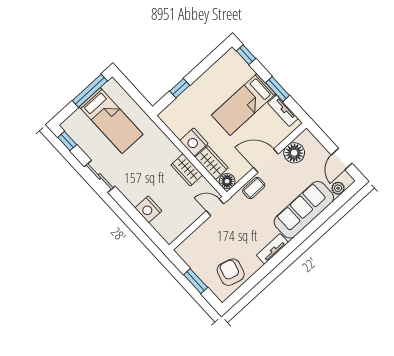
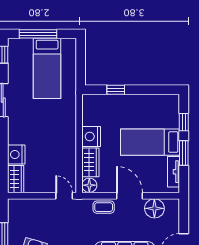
window: (246, 55) -> (184, 122), moved
window: (90, 91) -> (38, 34), moved
wardrobe: (187, 170) -> (16, 179), moved, turned 180

